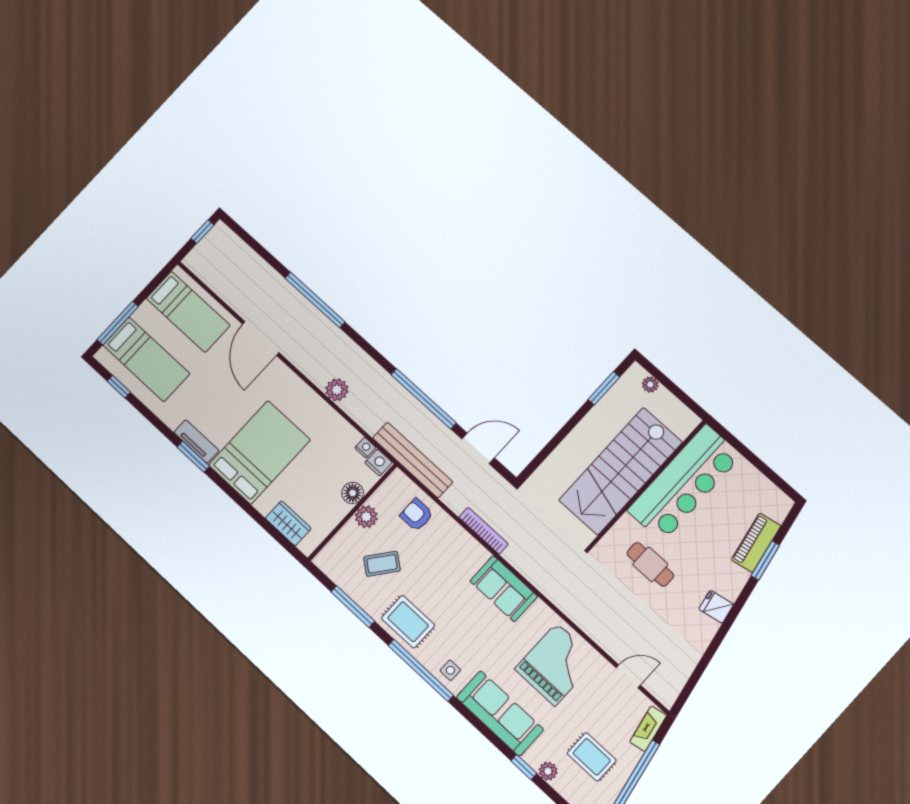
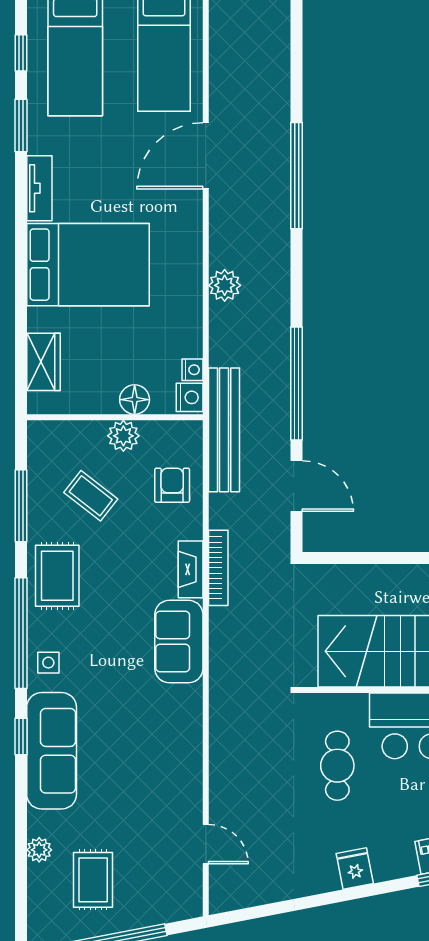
window: (193, 457) -> (21, 126), moved
grand piano: (556, 664) -> (151, 762), removed
fireplace: (648, 729) -> (191, 569), moved, turned -79
window: (524, 767) -> (21, 736), moved

